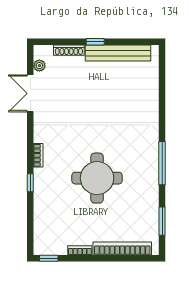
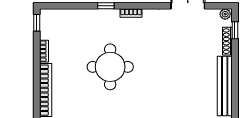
window: (95, 42) -> (235, 30), moved
plant: (39, 66) -> (225, 14), moved

